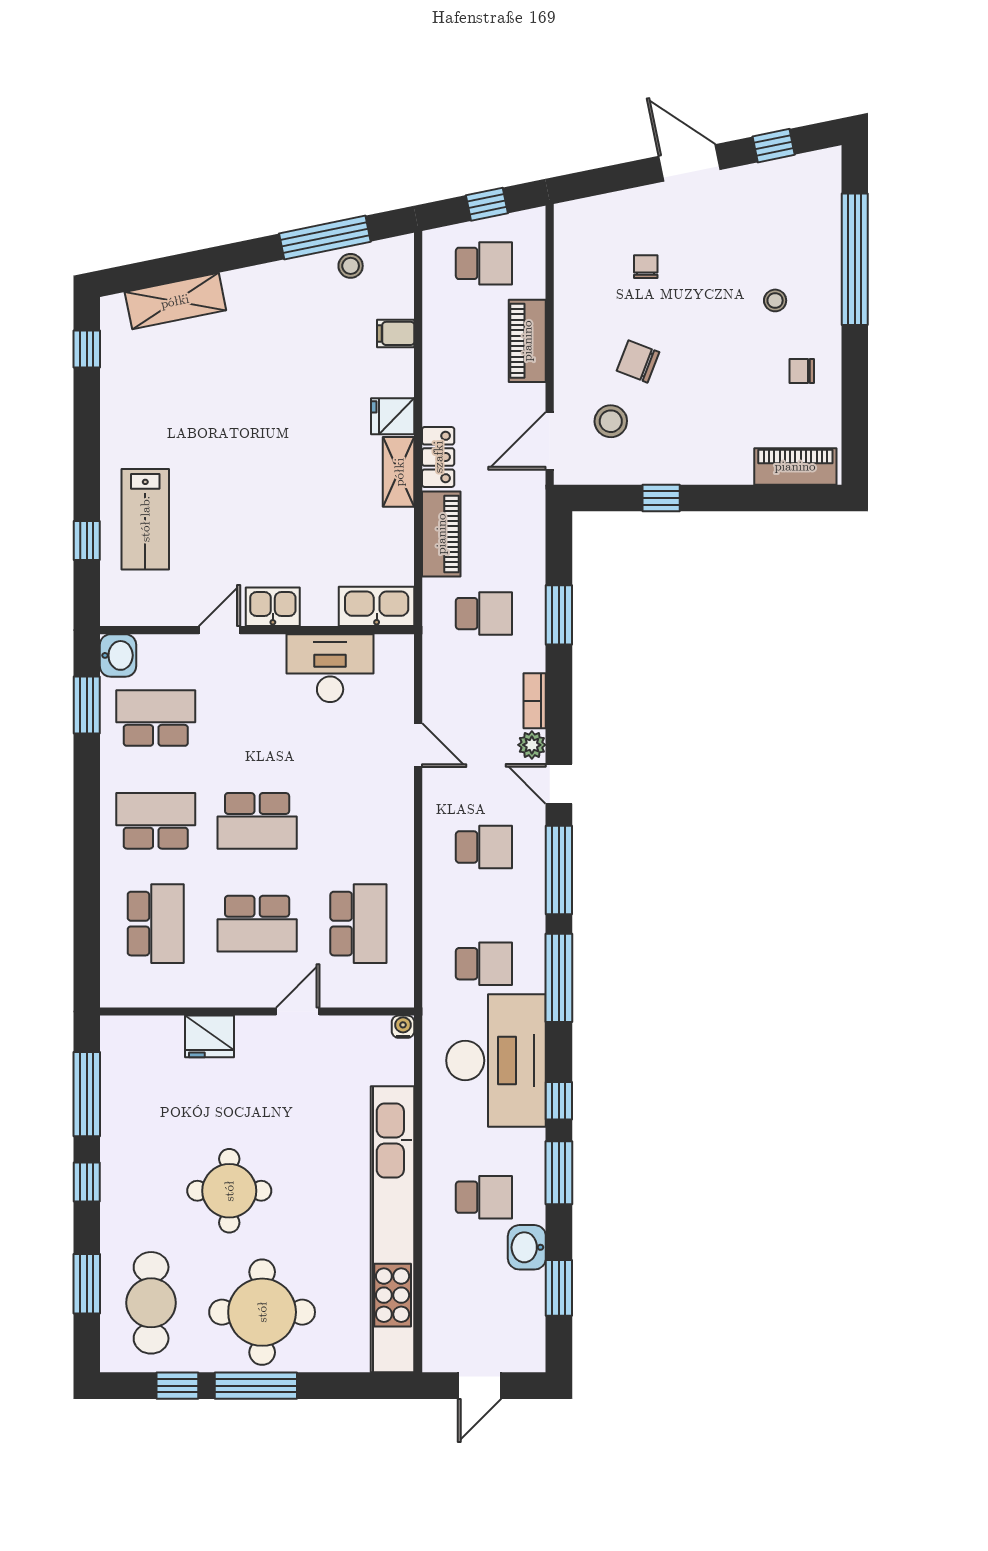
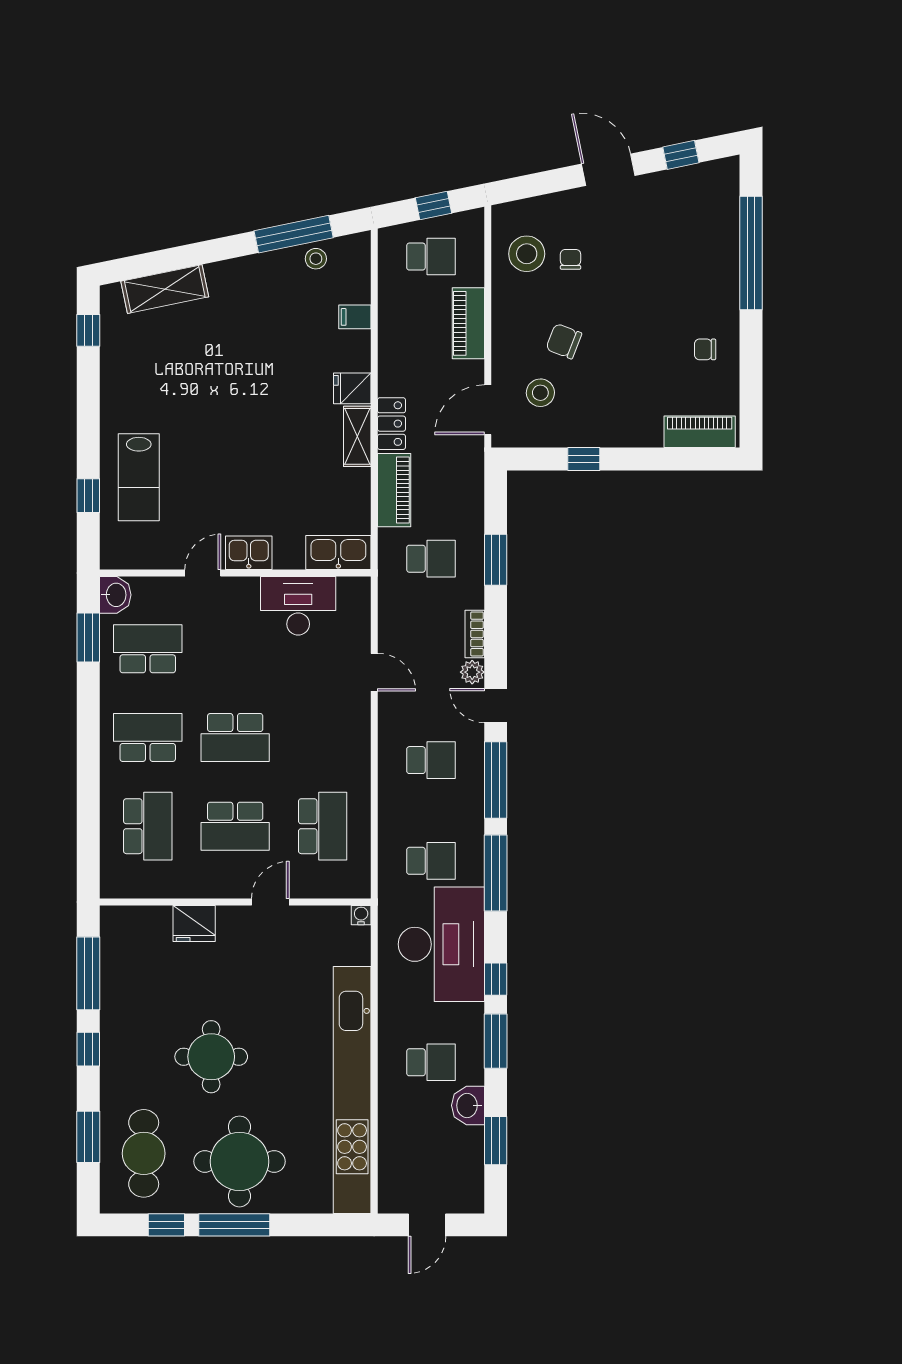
stool: (775, 300) -> (527, 254), moved, width x1.89, depth x1.89

